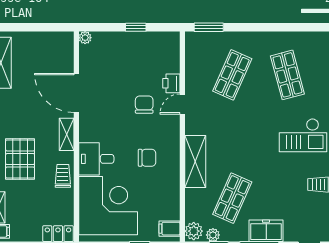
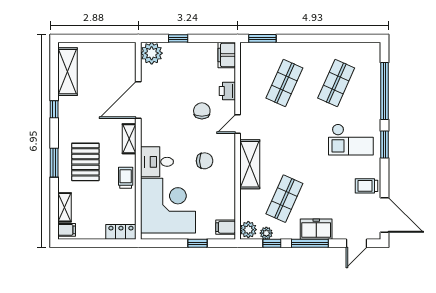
window: (136, 27) -> (178, 38), moved
plant: (85, 38) -> (152, 53), width x1.88, depth x1.88
filing cabinet: (171, 45) -> (227, 55), added
shop shelf: (287, 75) -> (336, 83), turned 39
door: (76, 93) -> (138, 100), hinge flipped
door: (182, 104) -> (238, 124), moved

